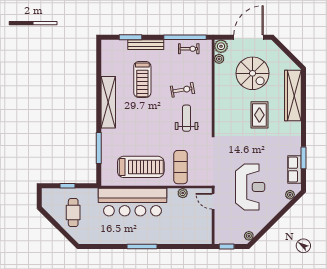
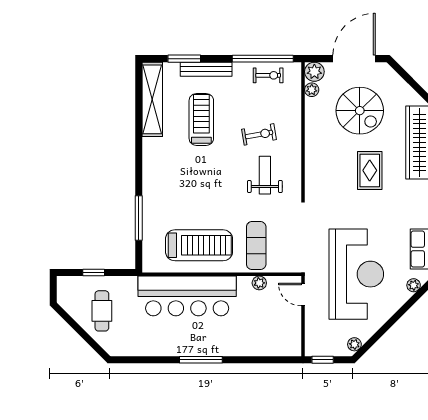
treadmill: (142, 79) -> (201, 119), turned 180
shelving: (108, 102) -> (152, 99), moved
reception desk: (250, 187) -> (356, 274), width x1.36, depth x1.30

